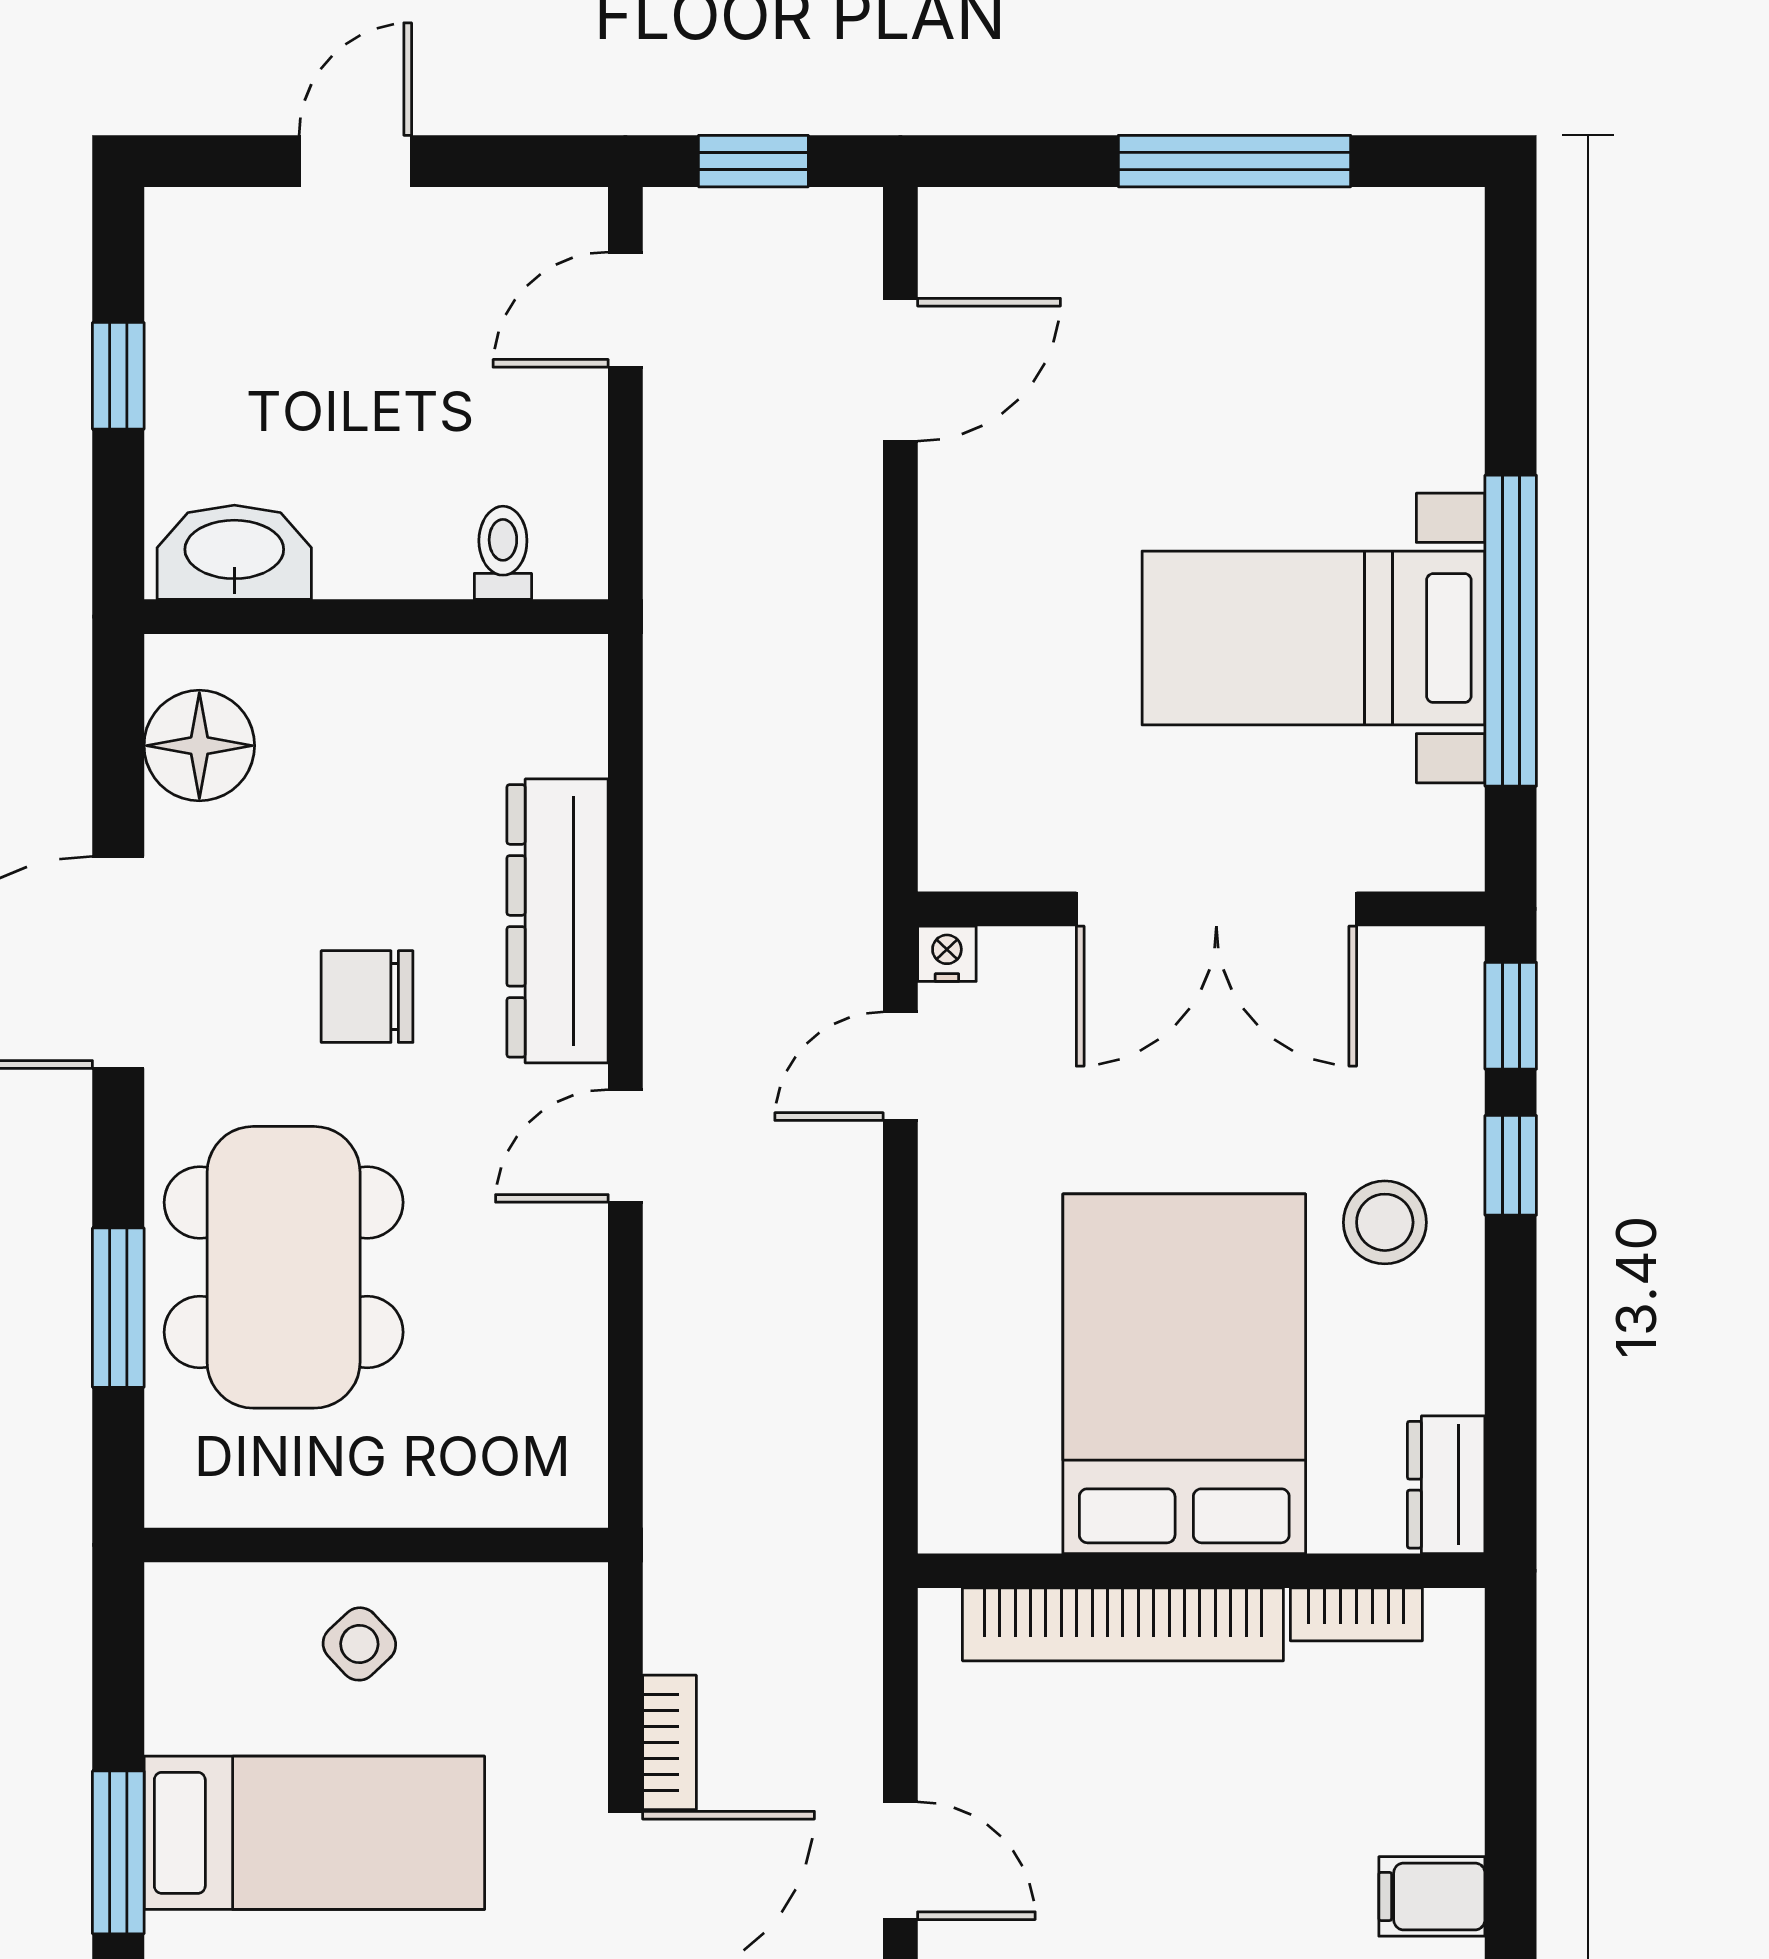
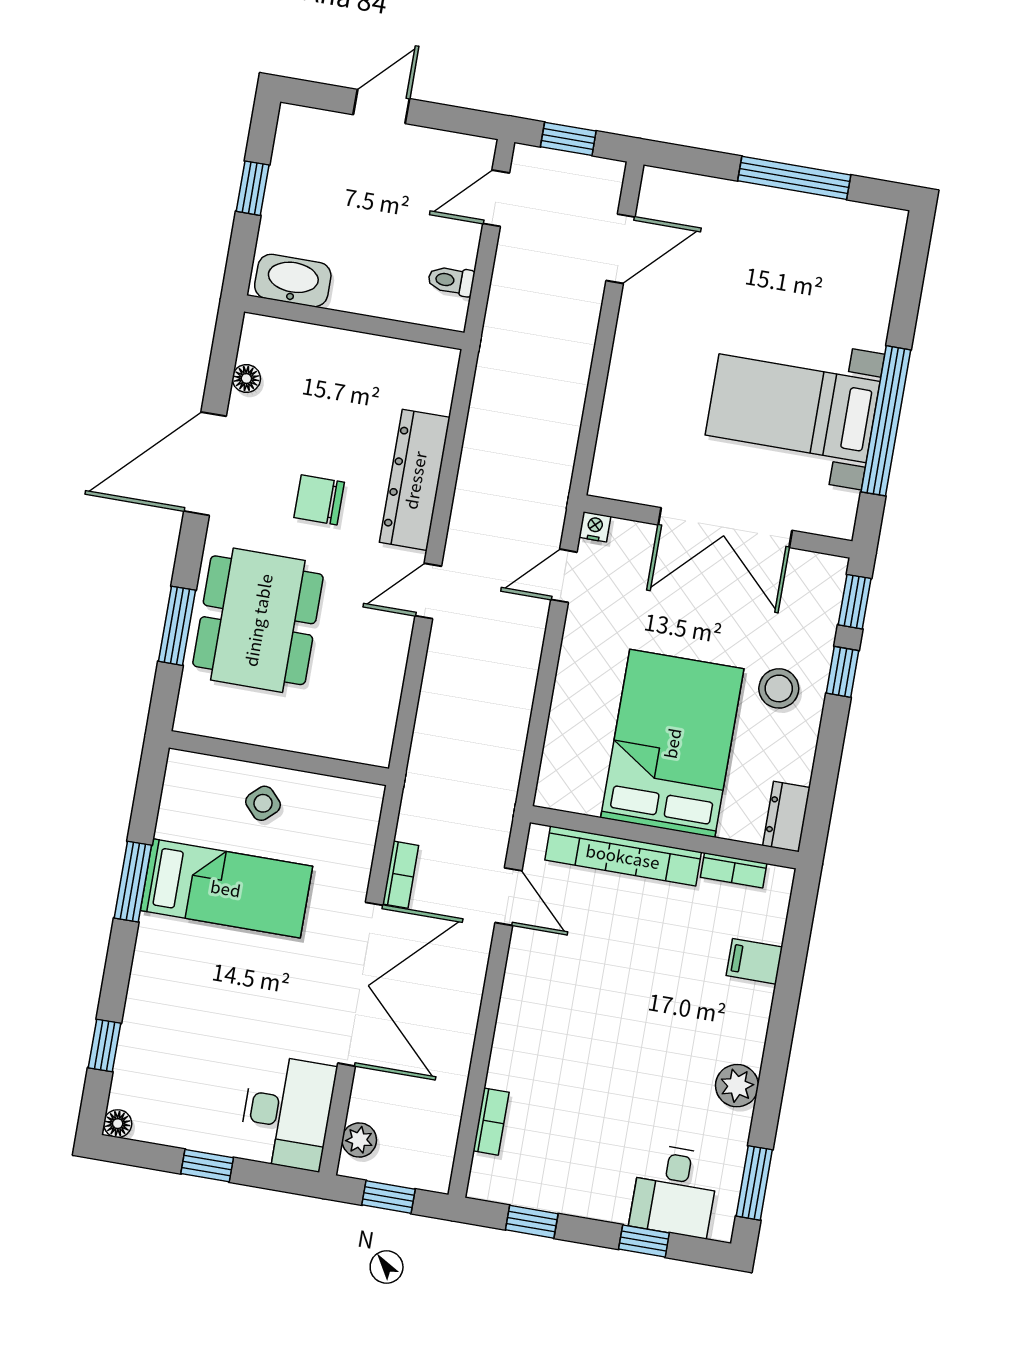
toilet: (503, 553) -> (451, 281), moved, turned -90
floor lamp: (199, 746) -> (246, 378), width x0.53, depth x0.53
door: (900, 1861) -> (509, 897), moved
filing cabinet: (1432, 1896) -> (754, 961), moved

